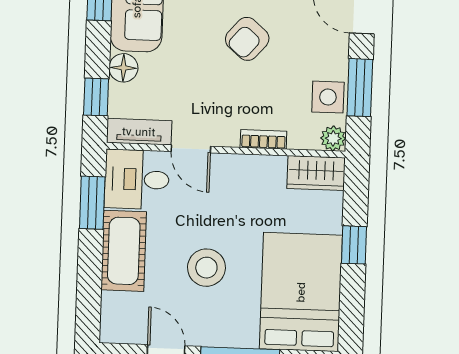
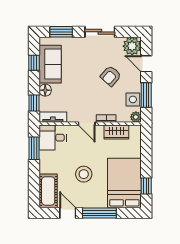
armchair: (247, 39) -> (111, 76), moved
door: (191, 149) -> (87, 124), moved
wardrobe: (316, 173) -> (116, 132), moved
window: (354, 245) -> (146, 186), moved
cot: (124, 251) -> (48, 191), moved

